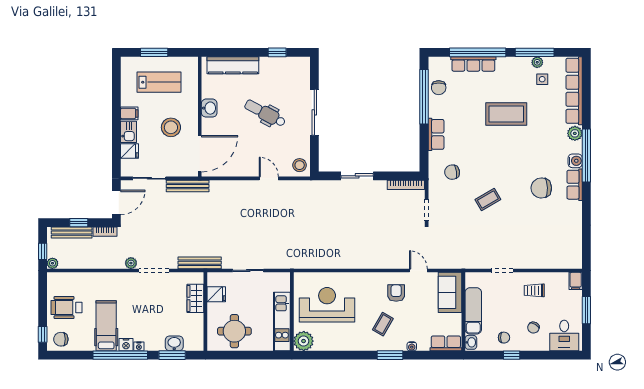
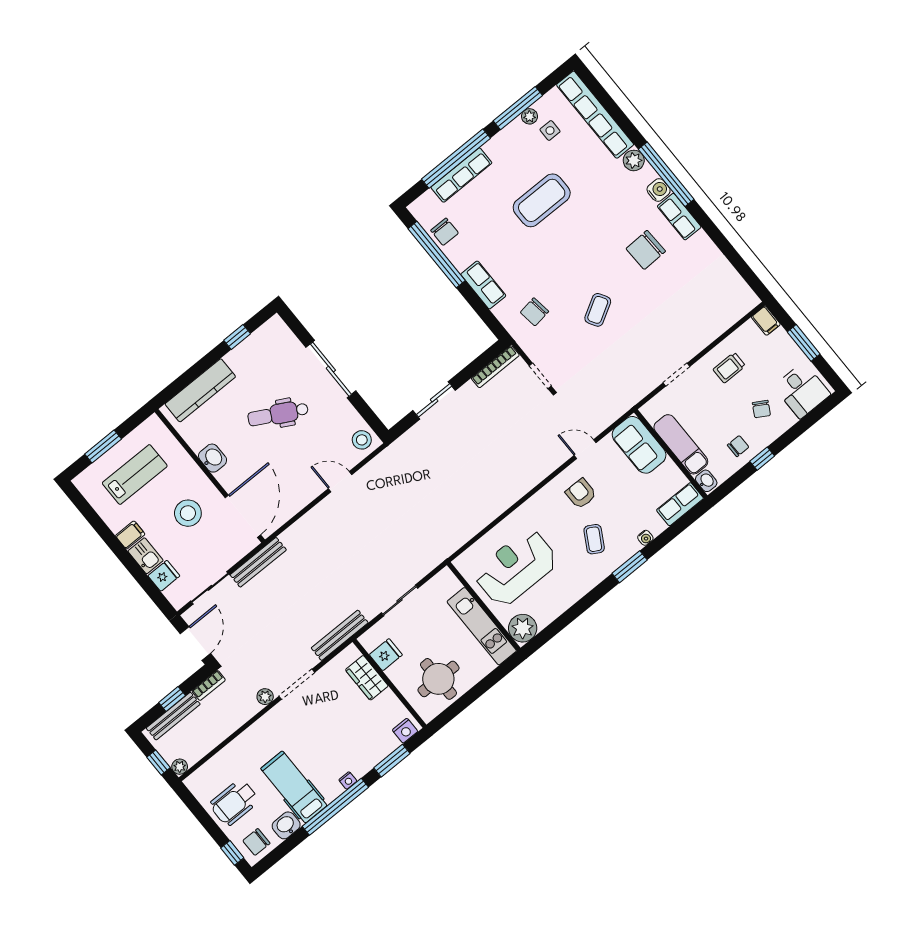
washbasin: (174, 343) -> (286, 825), moved
nightstand: (126, 345) -> (405, 731), moved

